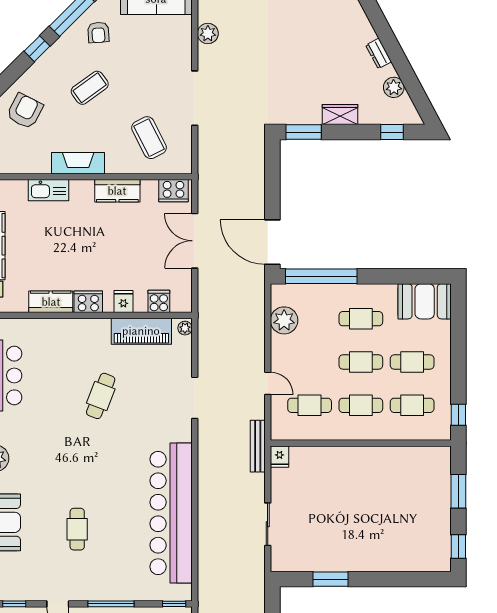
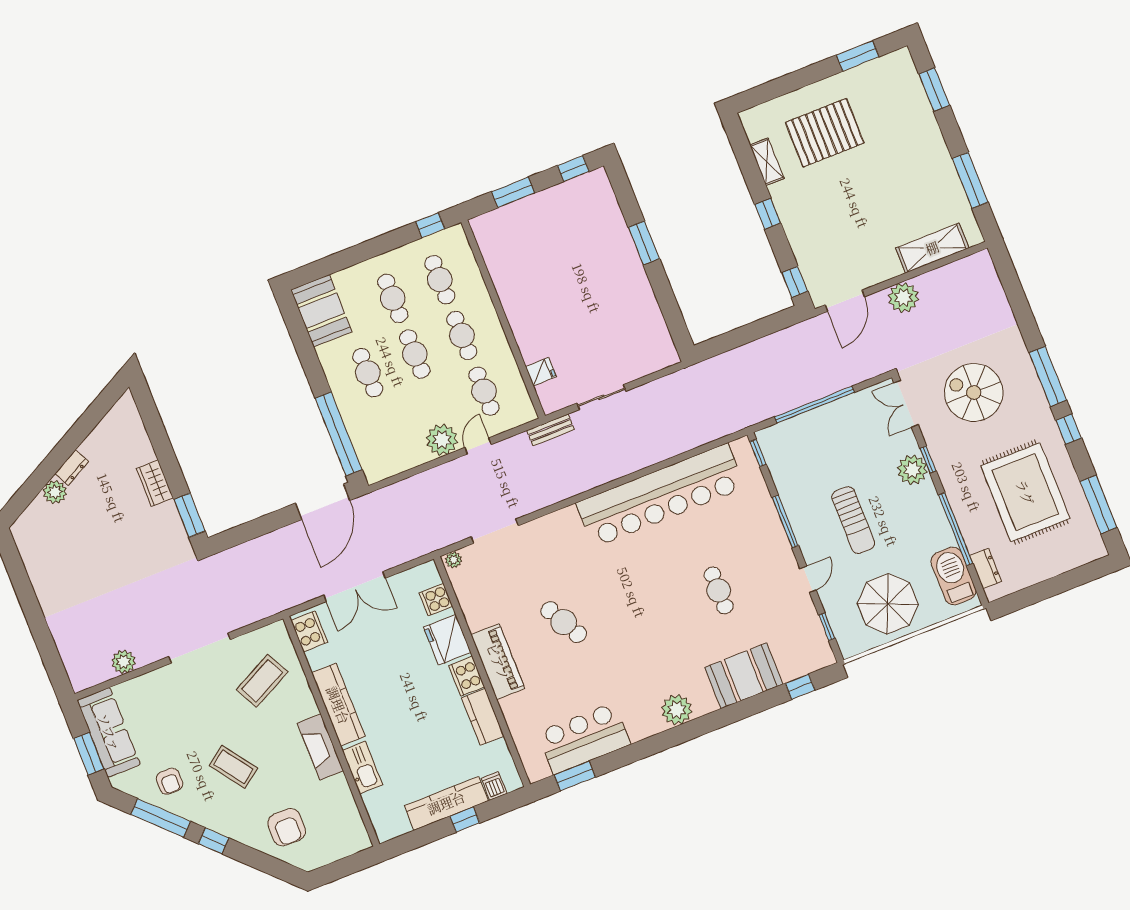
armchair: (98, 32) -> (170, 781), turned 94
plant: (394, 87) -> (55, 492), moved
armchair: (25, 111) -> (287, 827), turned -117
window: (392, 132) -> (151, 419), removed
kitchen counter: (117, 191) -> (338, 705), width x1.50
fridge: (123, 302) -> (447, 640), width x1.88, depth x1.34
plant: (284, 320) -> (442, 440), moved
piano: (141, 331) -> (498, 662), moved
cafe table: (101, 396) -> (564, 622), turned 41
doorway: (195, 398) -> (495, 531), moved
bench: (258, 446) -> (551, 430), width x0.73
fridge: (280, 457) -> (541, 372), moved
sliding door: (268, 524) -> (601, 397), moved
cafe table: (77, 529) -> (719, 590), turned 90
window: (331, 579) -> (644, 243), moved

